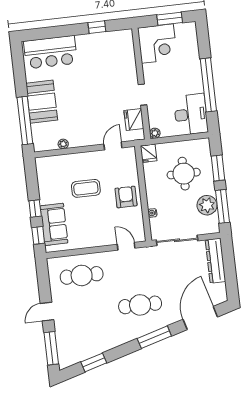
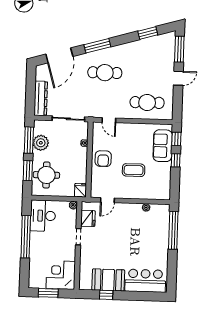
booth: (42, 102) -> (108, 280), moved, turned 90
round table: (184, 174) -> (46, 175), moved

